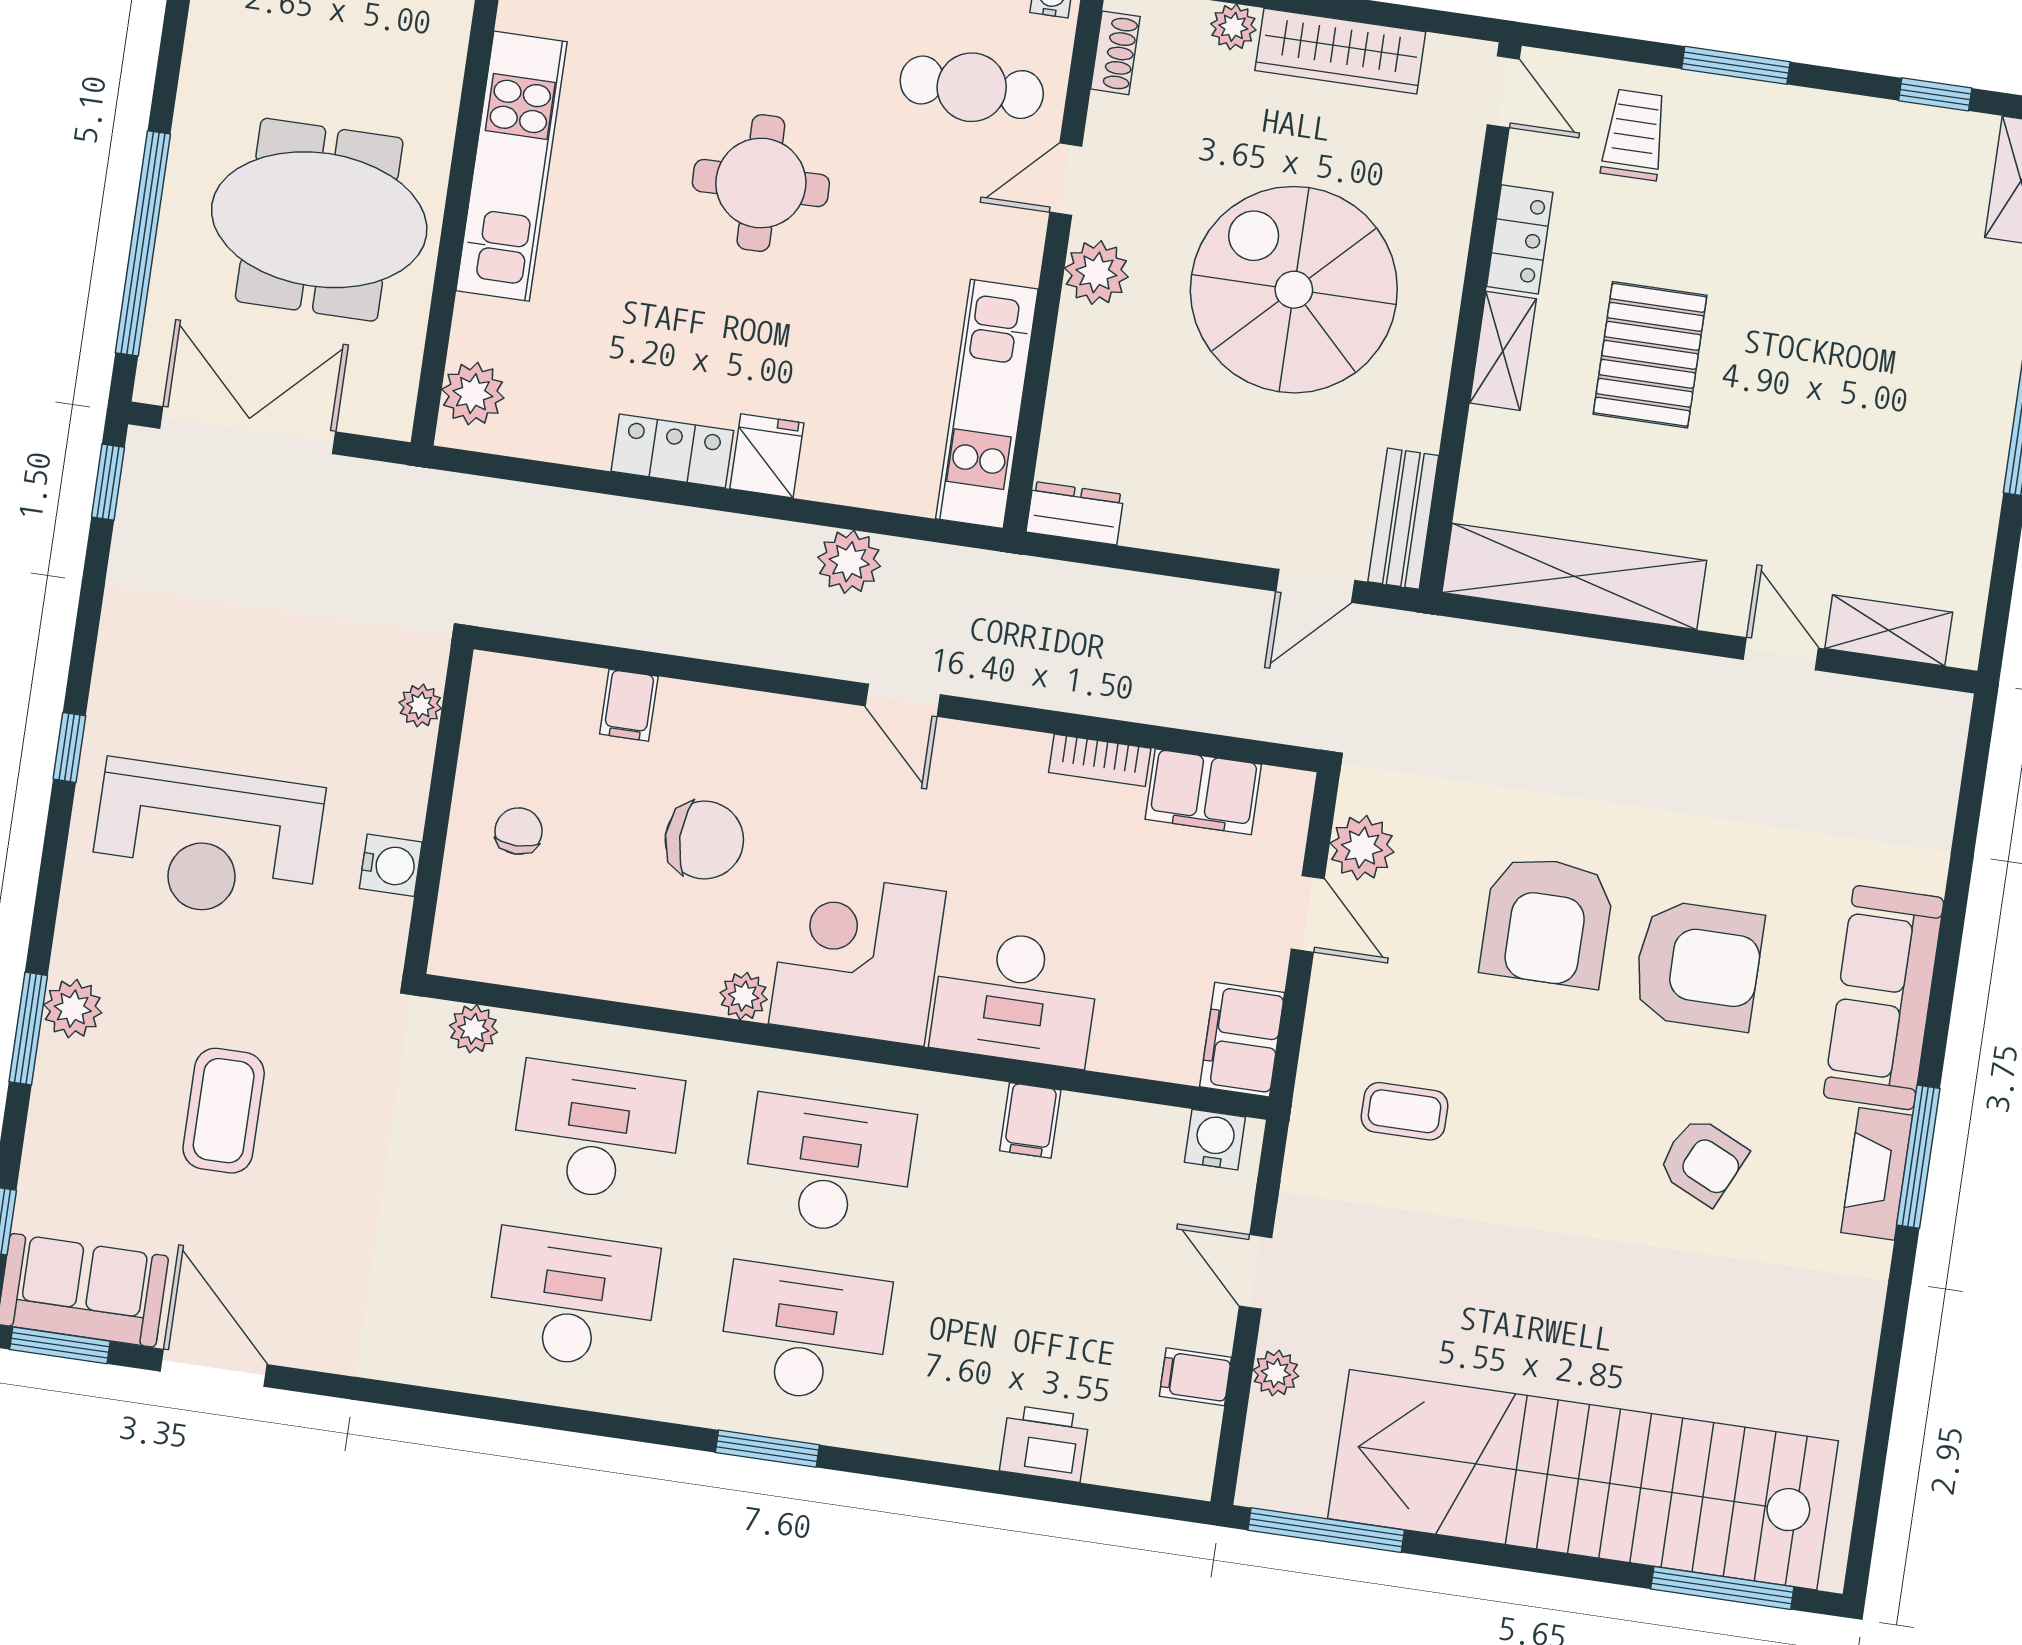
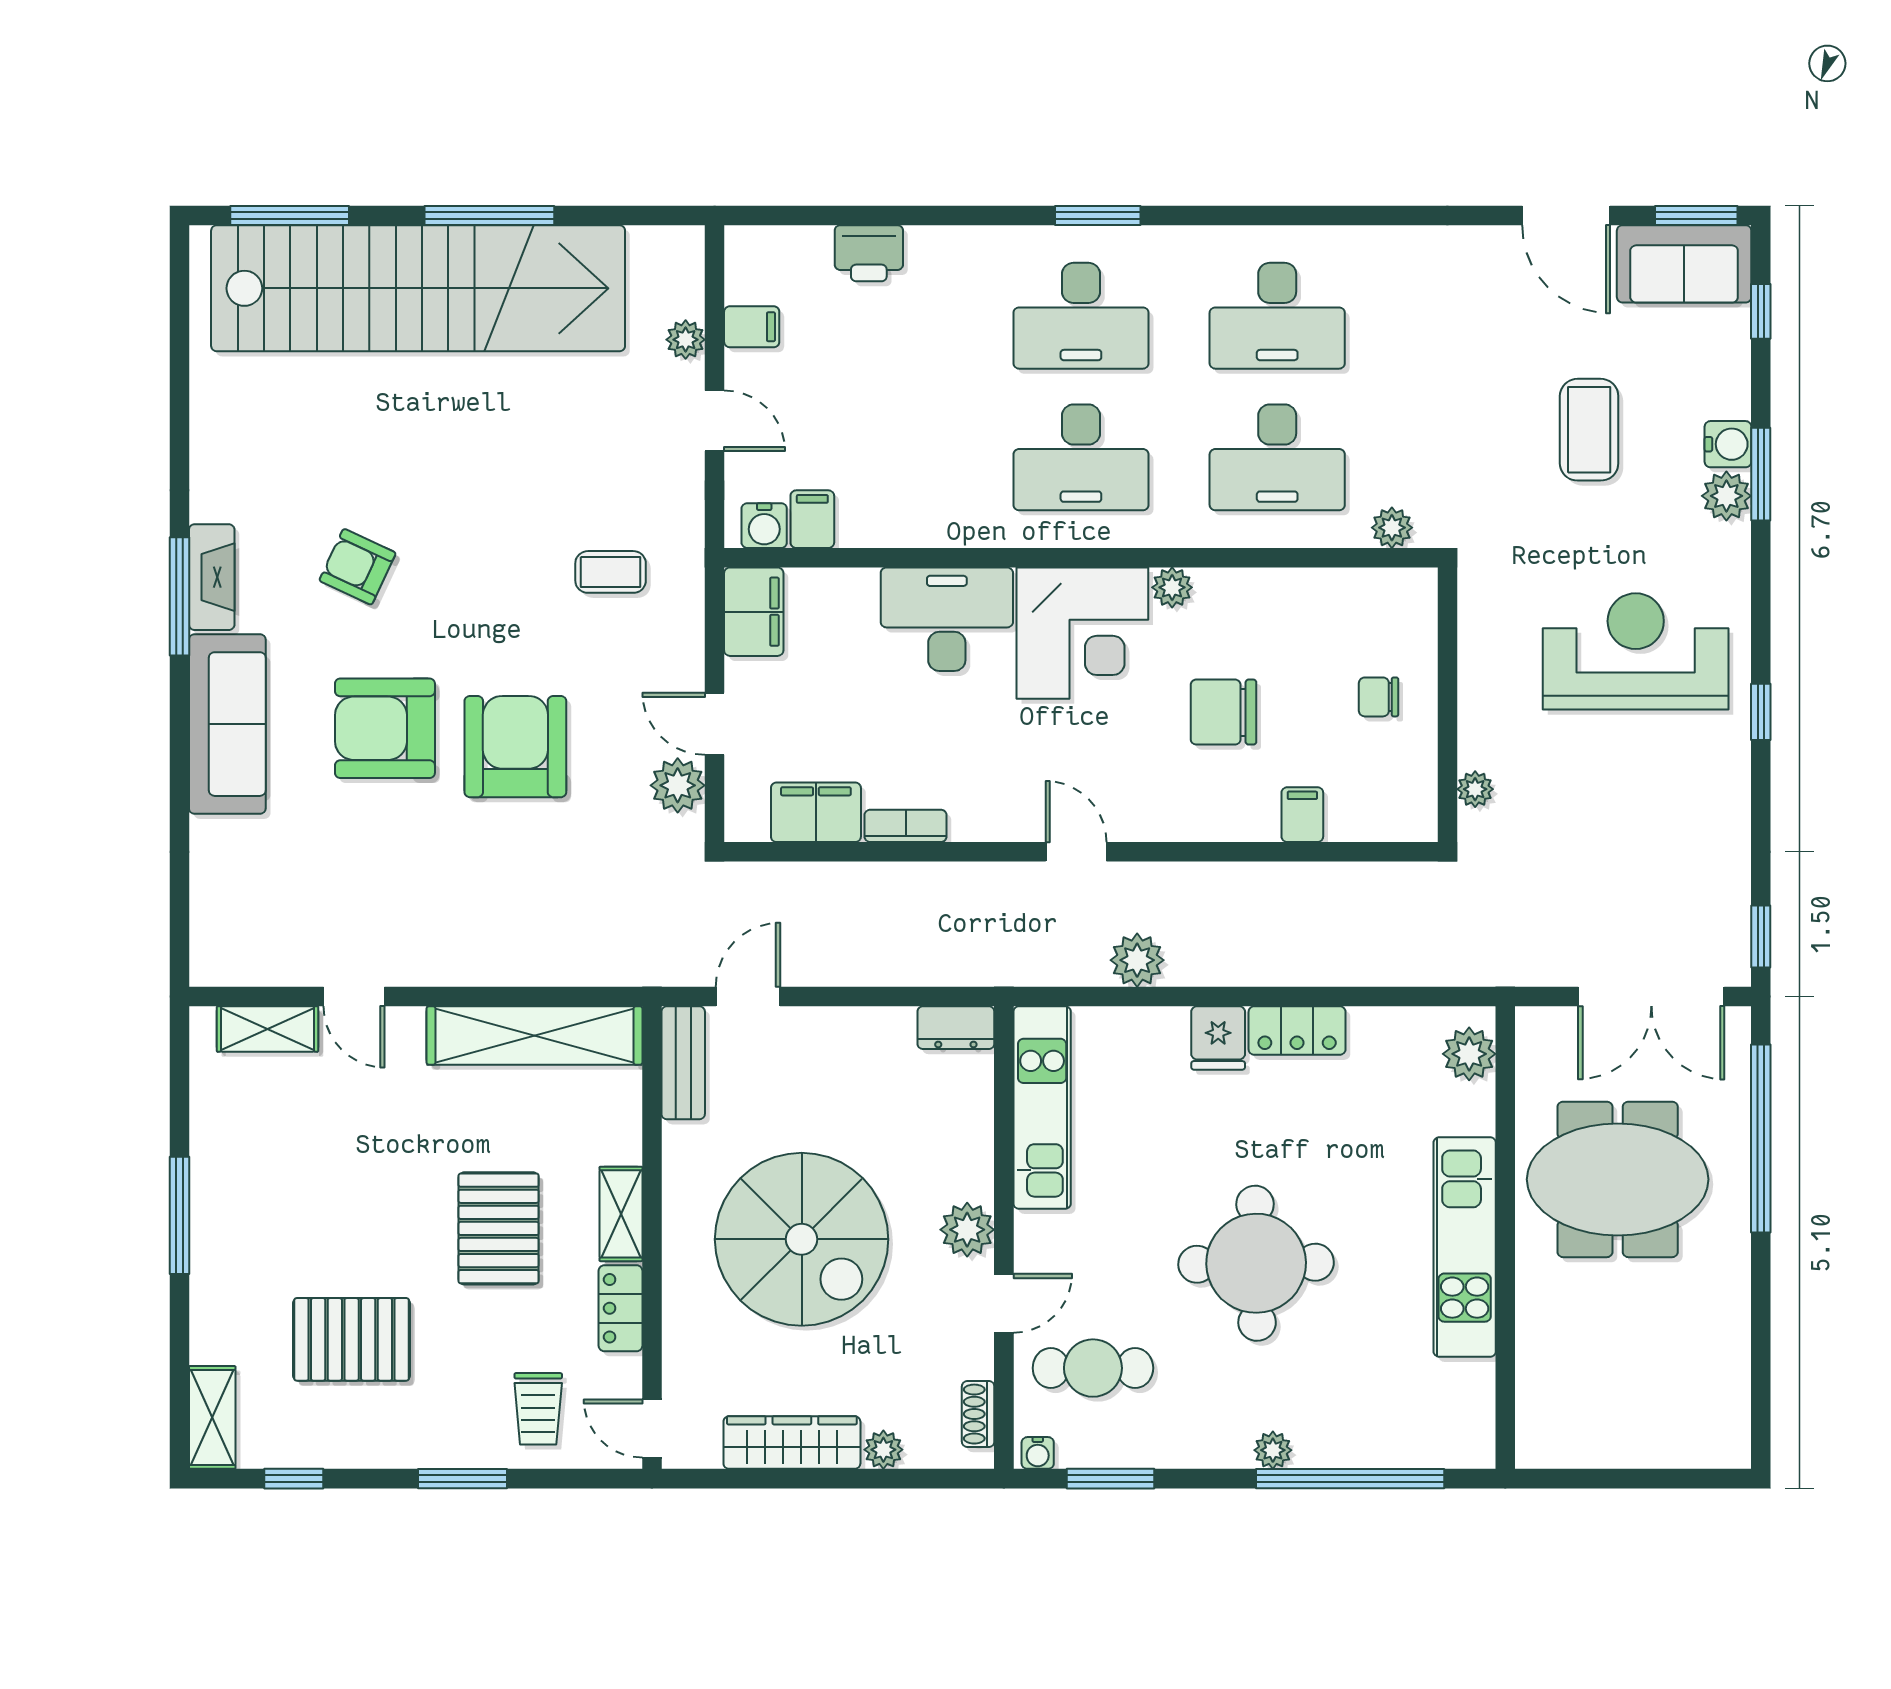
round table: (761, 183) -> (1256, 1263), width x1.36, depth x1.36
pallet: (1843, 249) -> (352, 1339), added
chair: (518, 831) -> (1379, 697), turned 90
water cooler: (391, 865) -> (1728, 444), moved, turned 180
filing cabinet: (1030, 1120) -> (812, 519), moved
window: (1326, 1530) -> (489, 215), moved

